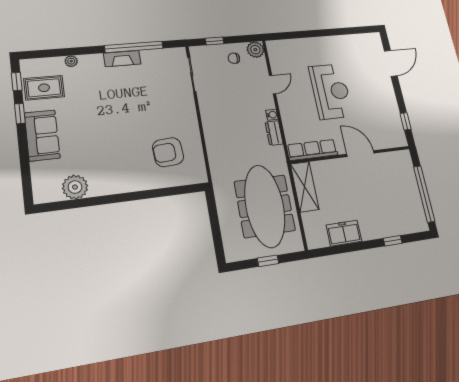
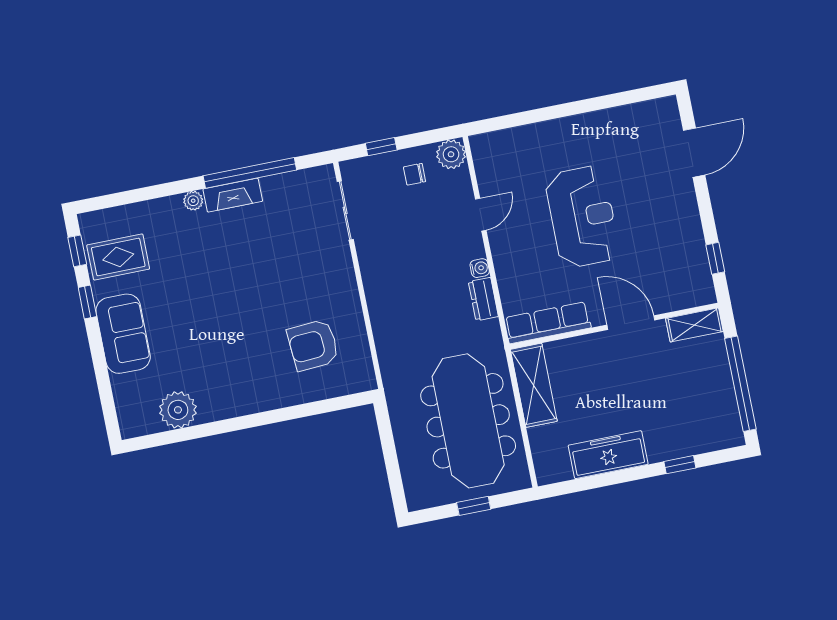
plant: (71, 61) -> (193, 201), moved
shelving: (396, 158) -> (694, 325), added
freezer: (344, 233) -> (608, 455), width x1.40

